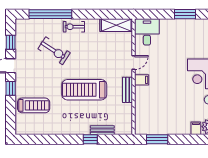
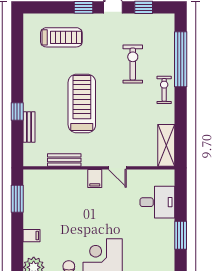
desk: (147, 32) -> (157, 202), moved
exercise bike: (54, 51) -> (133, 64), turned 147
bench: (128, 90) -> (64, 160), moved
treadmill: (34, 105) -> (61, 37), turned -90
filing cabinet: (196, 128) -> (31, 236), moved

